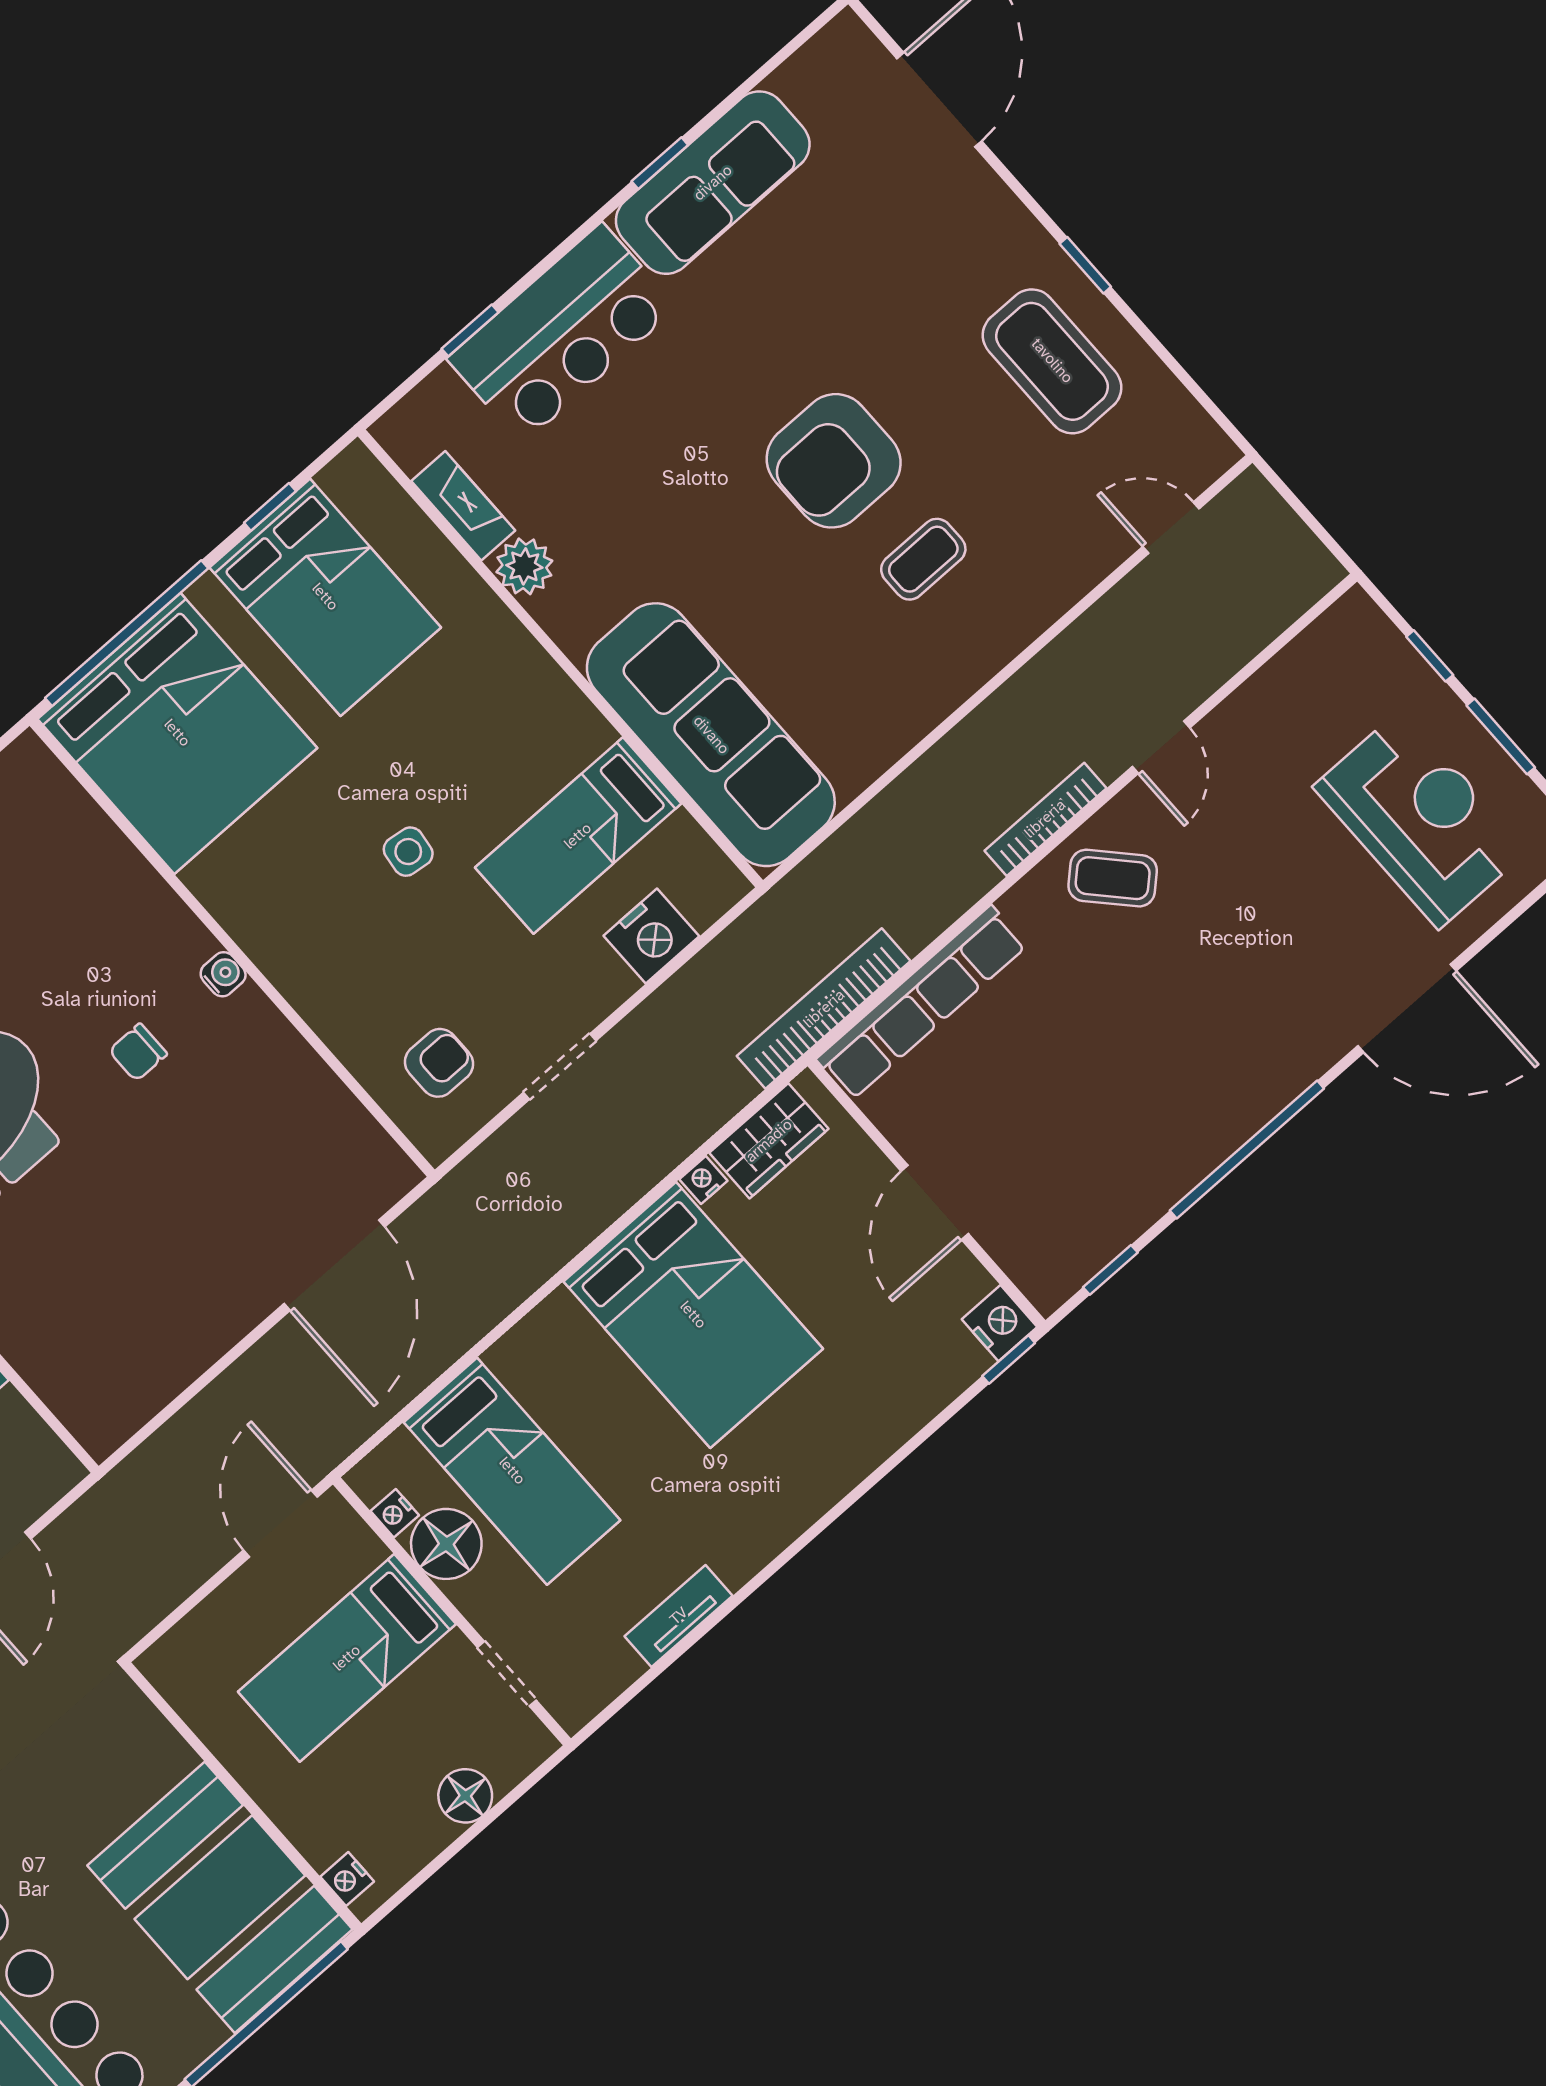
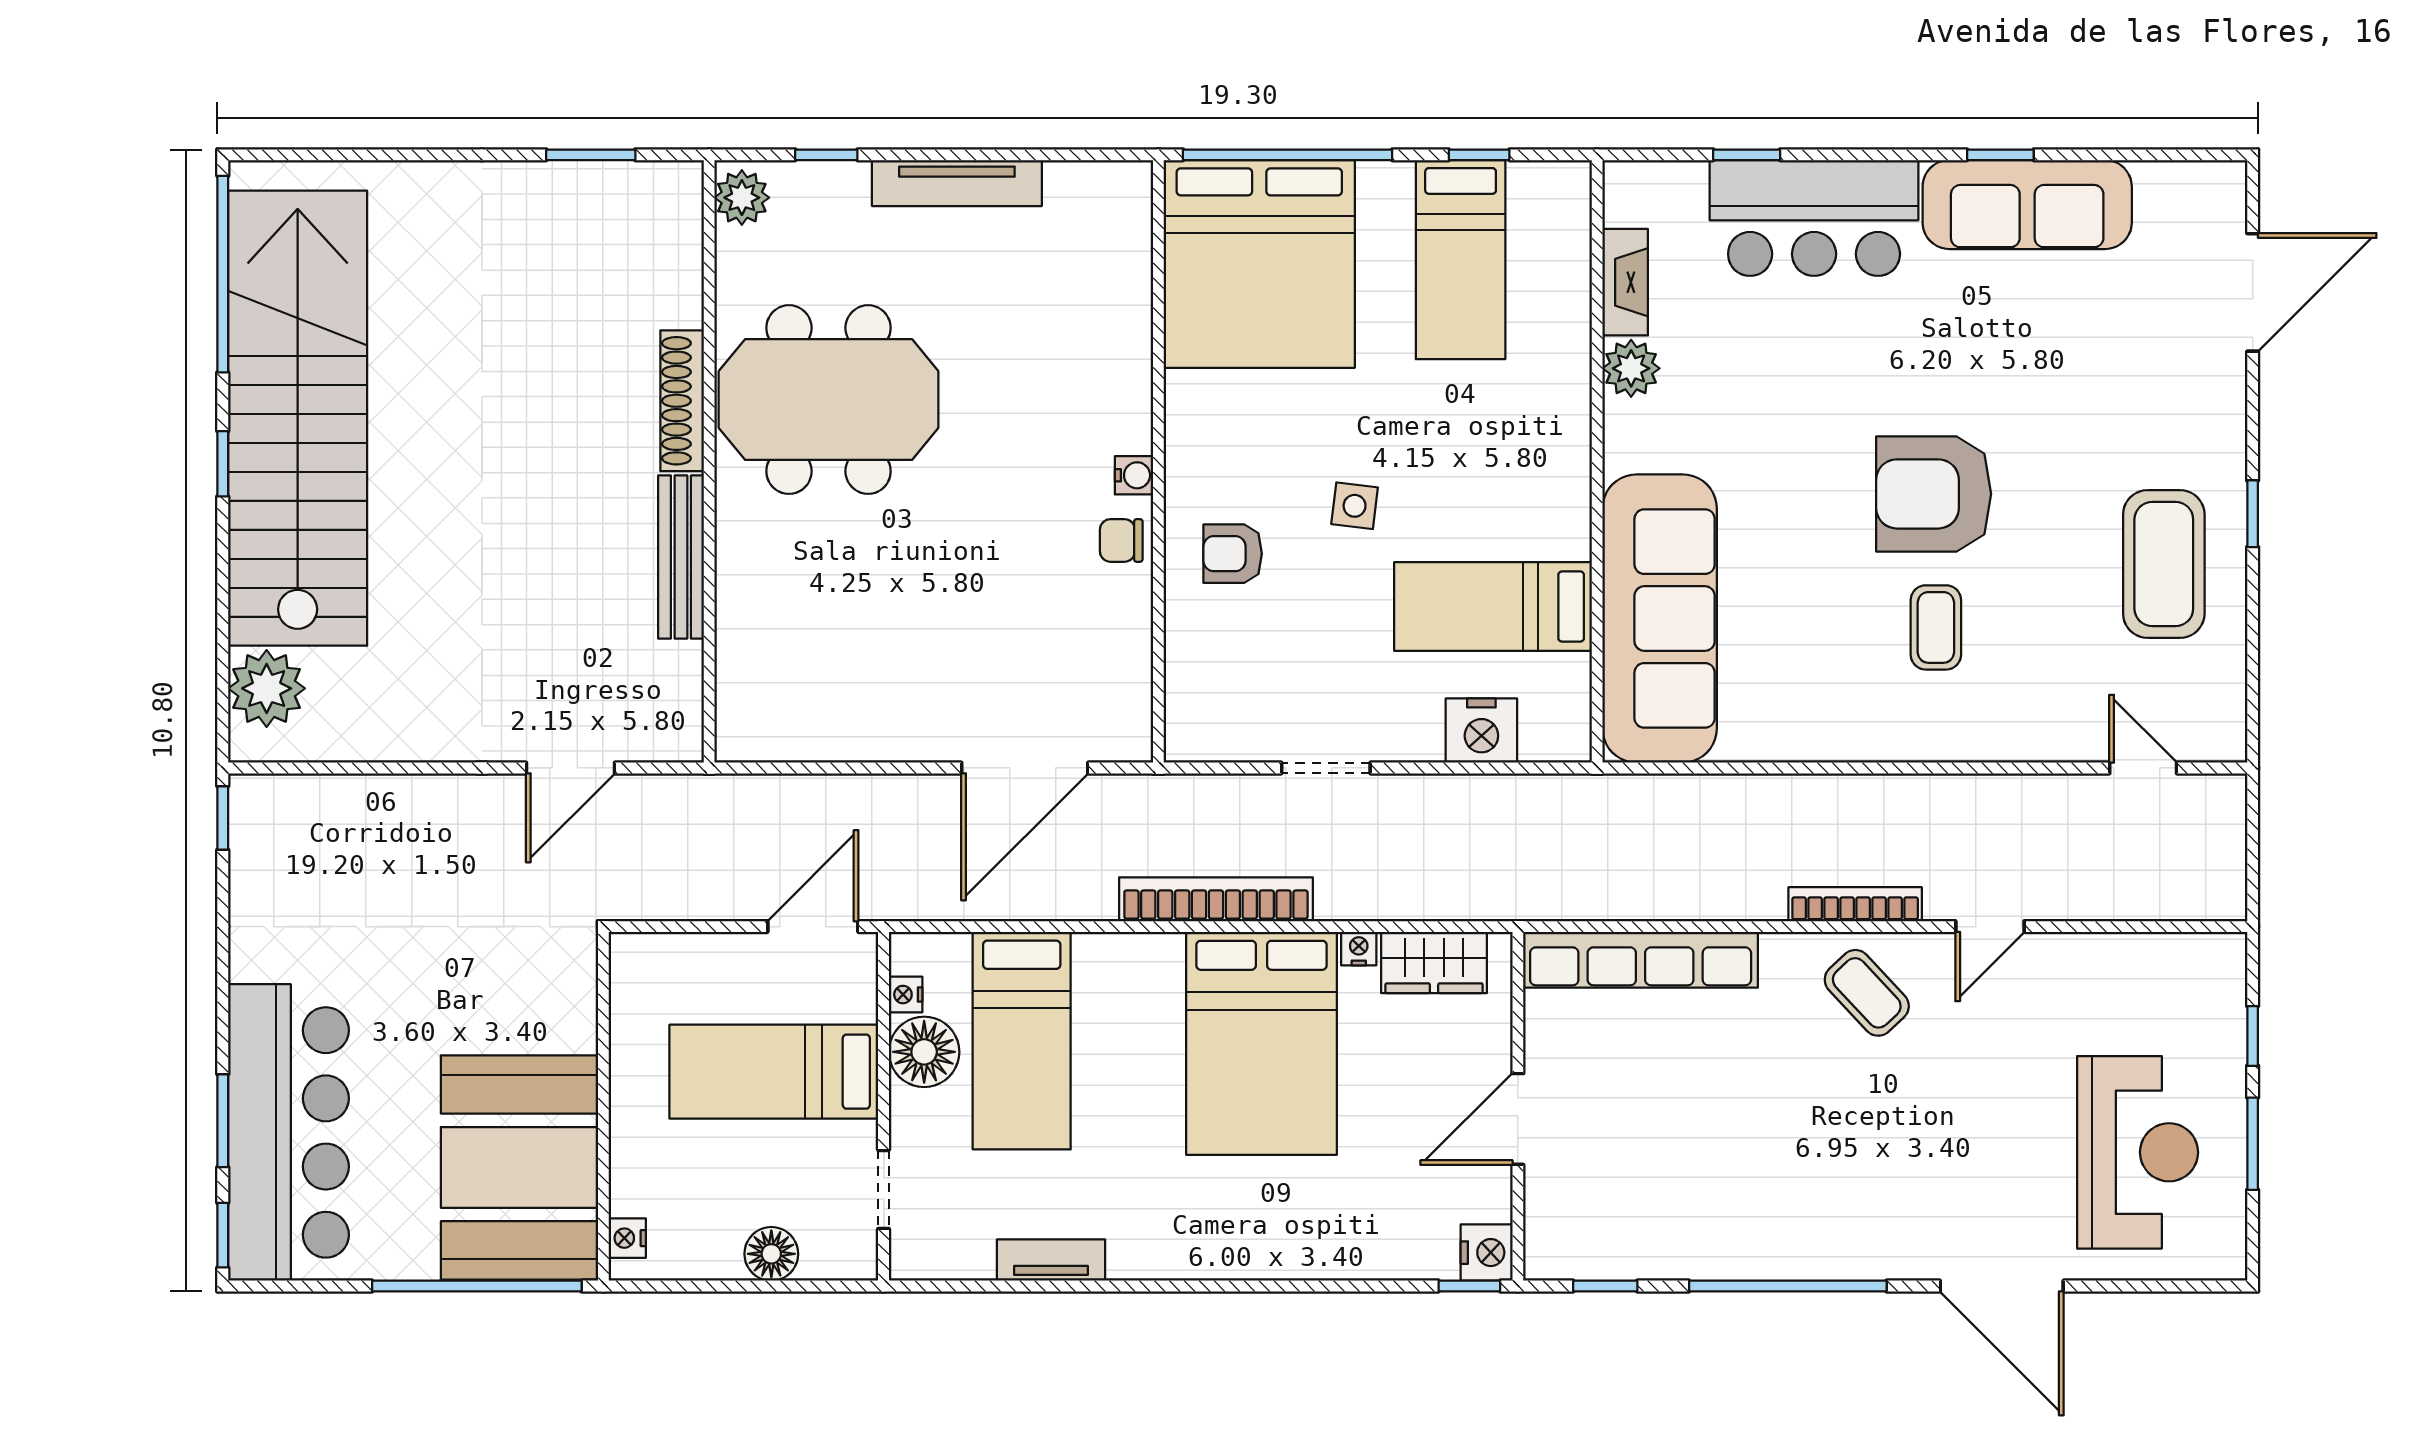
coffee table: (923, 559) -> (1936, 627), turned 90
bed: (325, 597) -> (1461, 260), width x0.67
bookcase: (824, 1009) -> (1216, 899), moved
chair: (138, 1052) -> (1121, 540), moved
armchair: (439, 1063) -> (1233, 554), moved, turned 180

